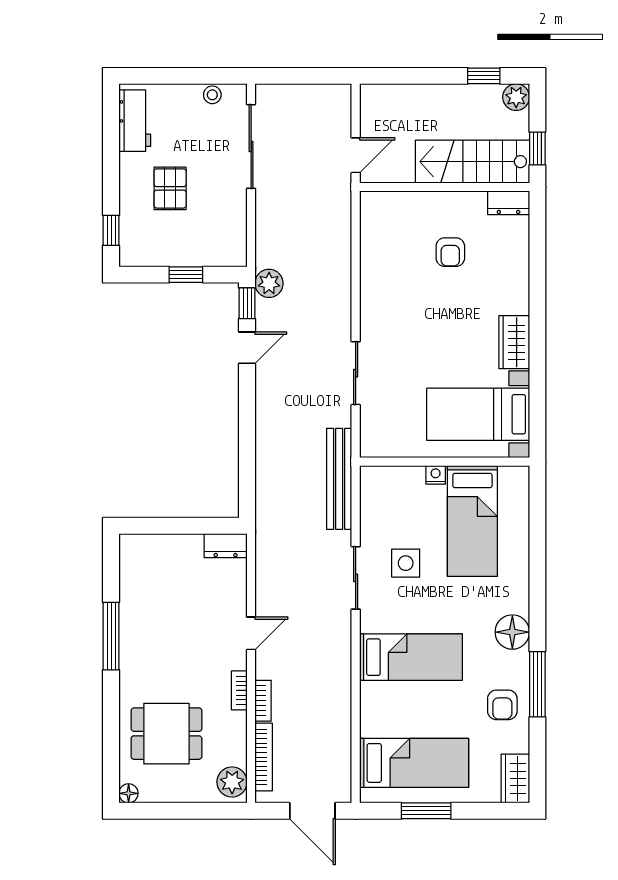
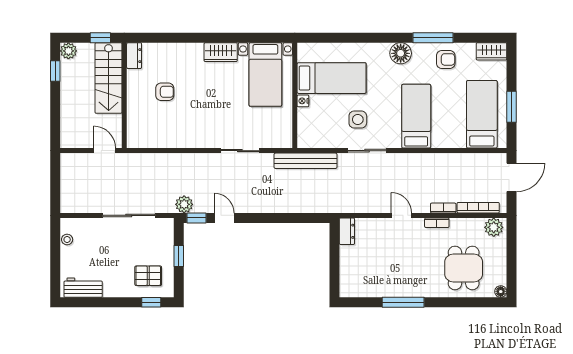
sliding door: (251, 147) -> (129, 215), moved
pallet: (170, 188) -> (148, 276), moved

